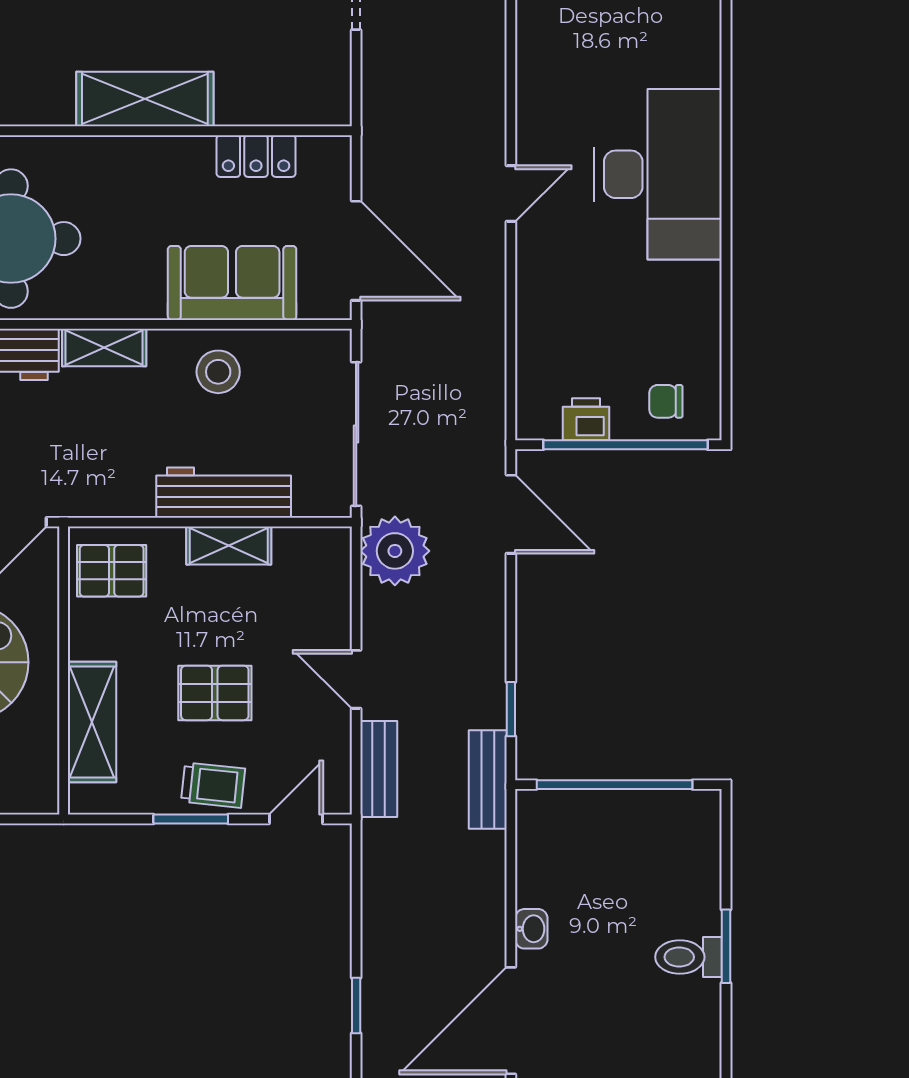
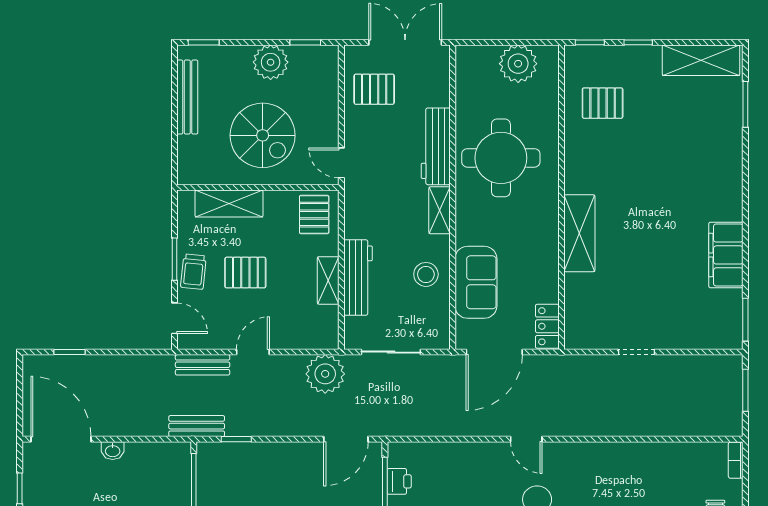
locker: (256, 156) -> (547, 326), moved
sliding door: (356, 434) -> (391, 352), width x0.73
pallet: (215, 693) -> (245, 273), turned 90

